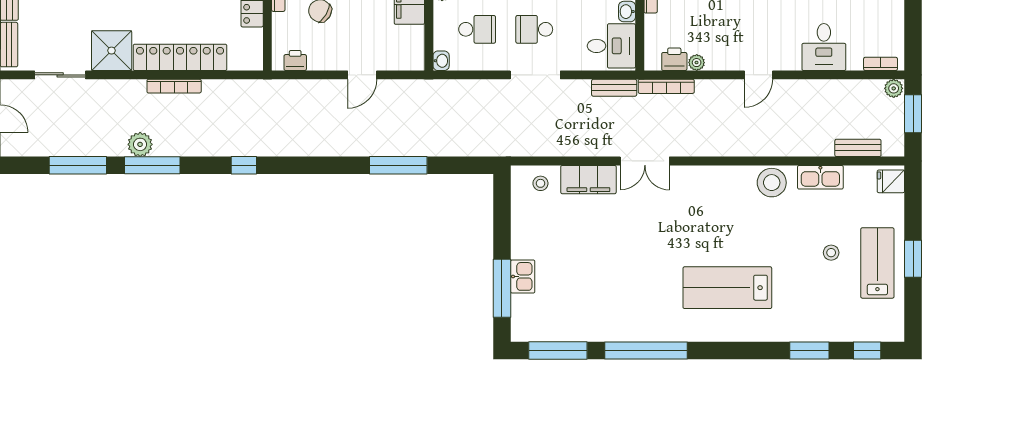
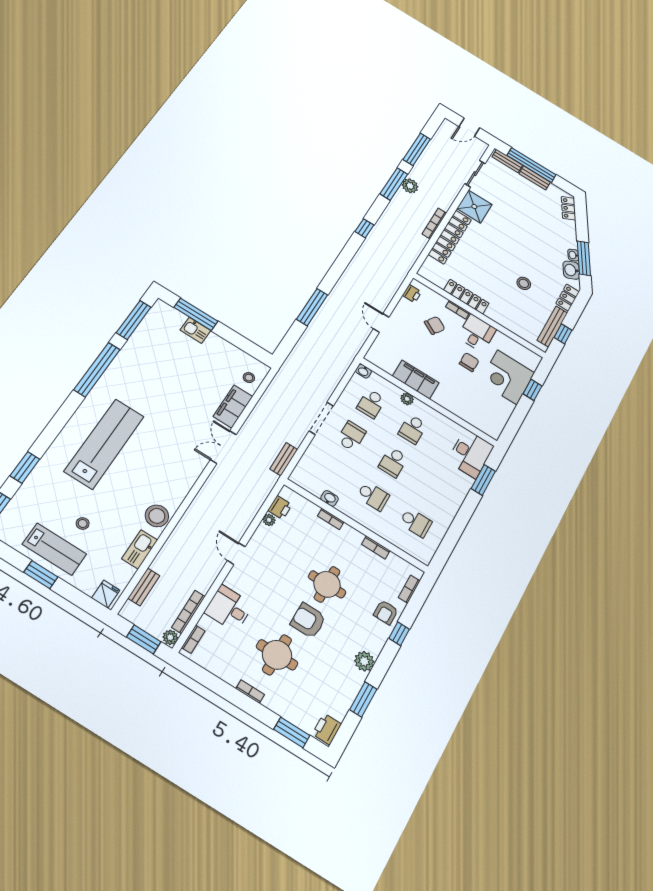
desk: (611, 46) -> (312, 475), removed
bookcase: (666, 86) -> (188, 612), moved
lab bench: (727, 288) -> (104, 444), width x1.36

